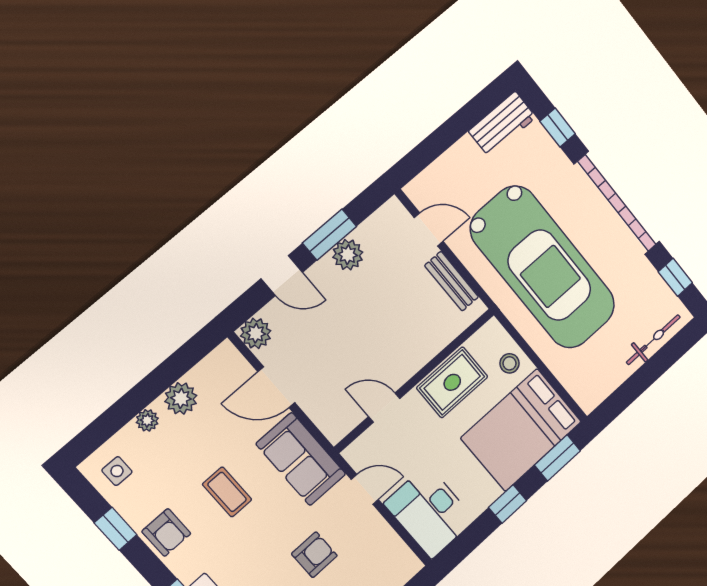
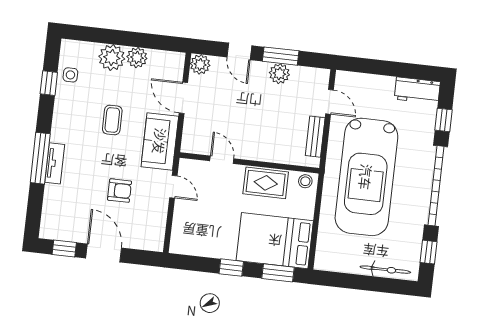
stool: (509, 363) -> (305, 181), moved
plant: (147, 420) -> (112, 58), width x1.87, depth x1.87
side table: (117, 471) -> (70, 75), moved
desk: (429, 512) -> (191, 230), removed
armchair: (166, 532) -> (68, 109), removed

